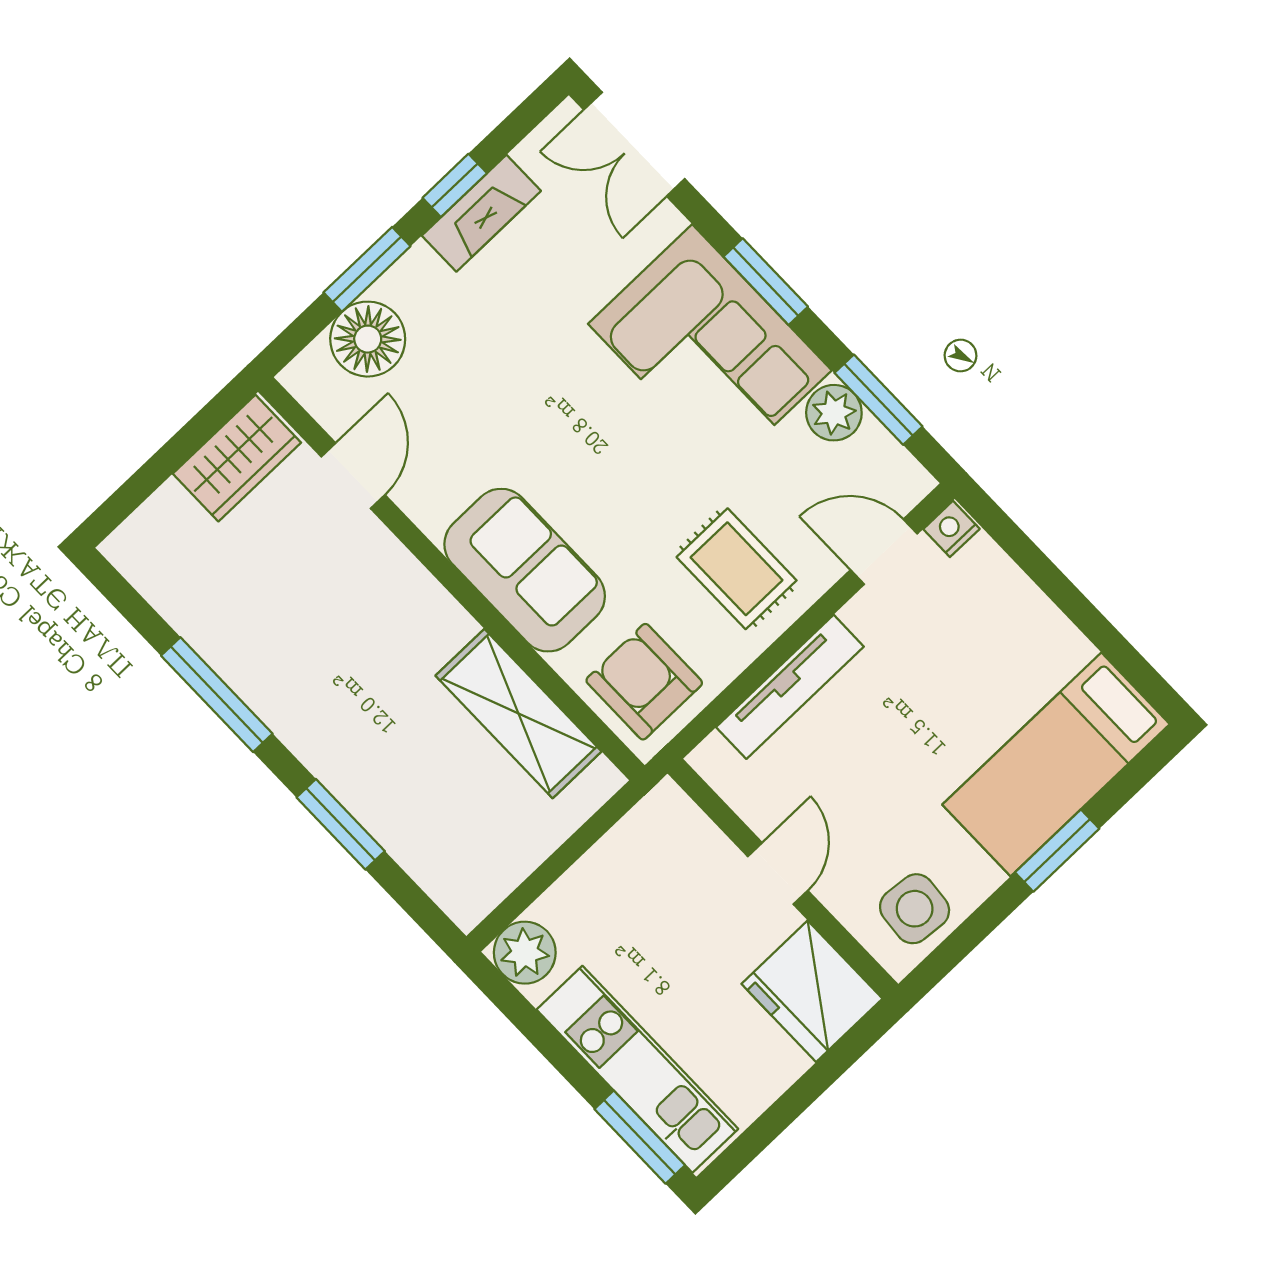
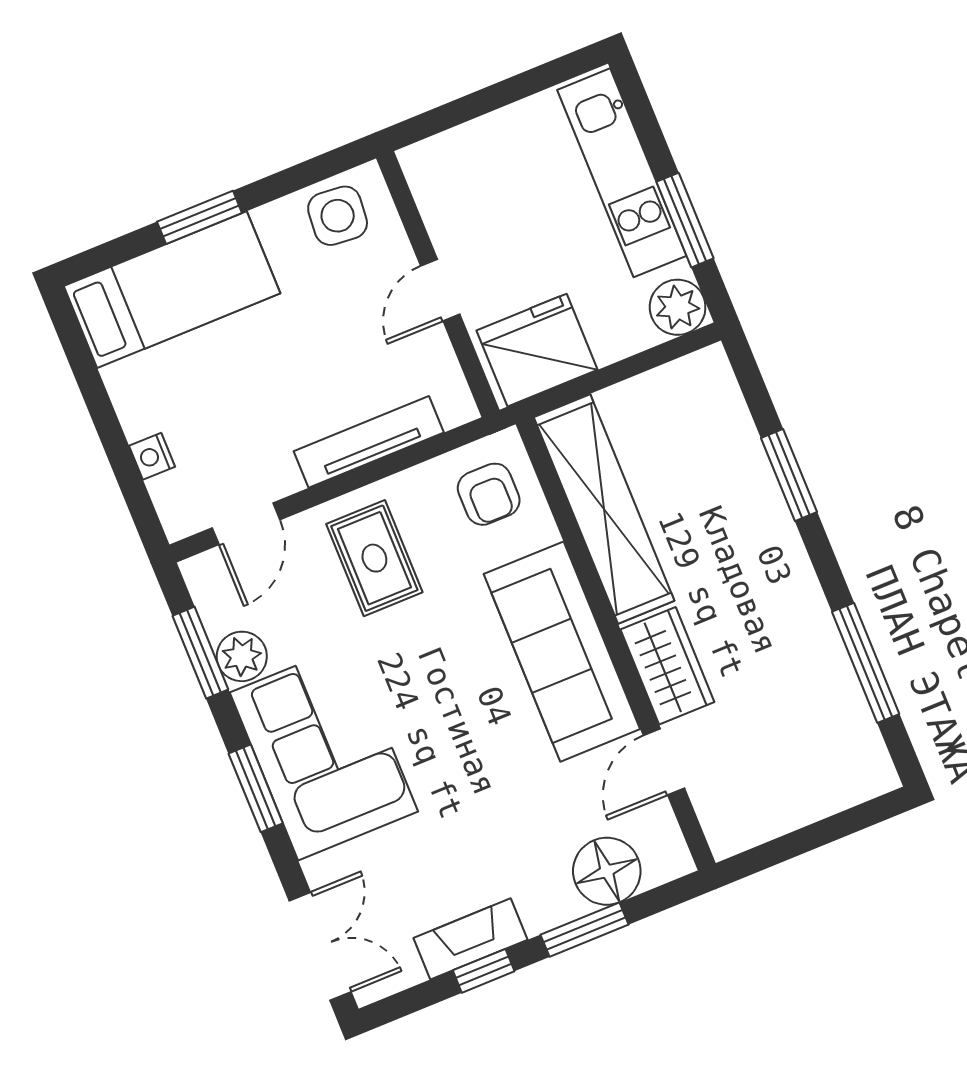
wardrobe: (237, 458) -> (667, 666), moved, turned 90
nightstand: (951, 529) -> (152, 456), moved, turned 90
door: (884, 552) -> (246, 524), hinge flipped
sofa: (525, 570) -> (562, 652), width x1.36
armchair: (644, 682) -> (489, 494), width x0.72, depth x0.72
window: (217, 695) -> (866, 663), moved
shelving: (519, 714) -> (604, 509), width x1.47
fridge: (812, 991) -> (537, 350), moved, turned -90
window: (640, 1137) -> (685, 220), moved

